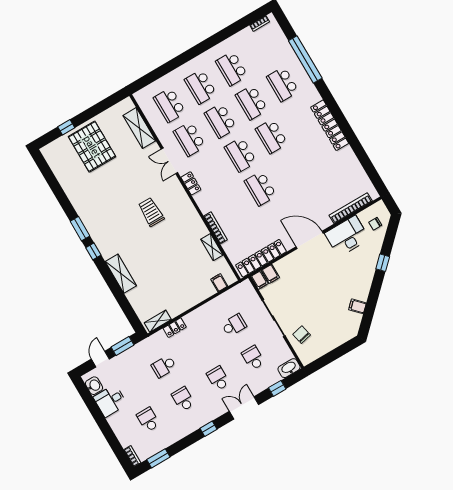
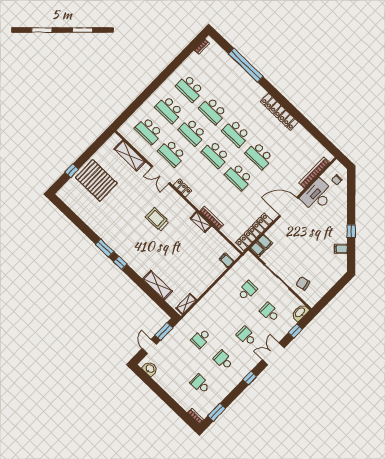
school desk: (283, 84) -> (259, 156), moved
shelving: (212, 247) -> (201, 222), moved
window: (383, 263) -> (351, 231), moved
shelving: (121, 274) -> (157, 285), moved
locker: (175, 328) -> (201, 305), removed
desk: (110, 401) -> (166, 377), removed

